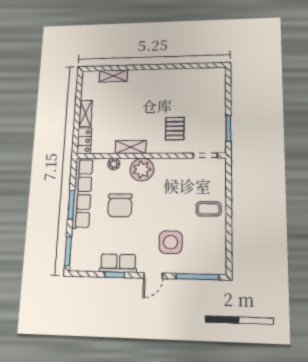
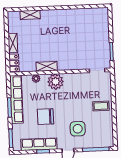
pallet: (175, 129) -> (76, 52), removed
chair: (120, 205) -> (45, 117), moved, turned 90
row of seats: (118, 263) -> (39, 144), width x1.48

